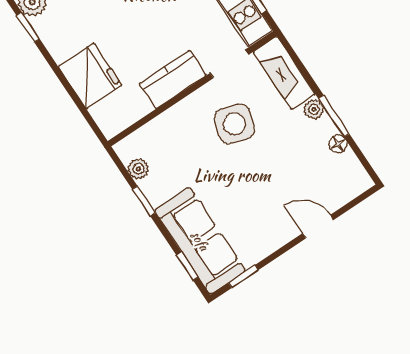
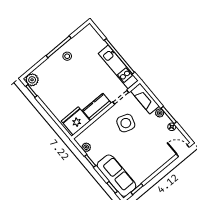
fridge: (90, 76) -> (76, 121), moved, turned -90
door: (318, 227) -> (183, 151), moved

